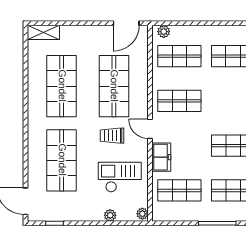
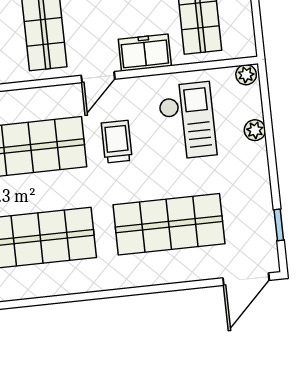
trolley: (112, 136) -> (117, 142), turned 180
checkout: (120, 177) -> (187, 121), turned 180

